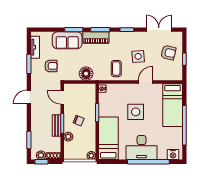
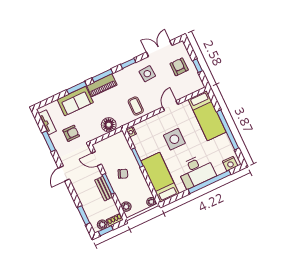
armchair: (168, 53) -> (179, 67), turned -103
side table: (138, 56) -> (147, 74), moved
plant: (68, 137) -> (126, 207), moved

